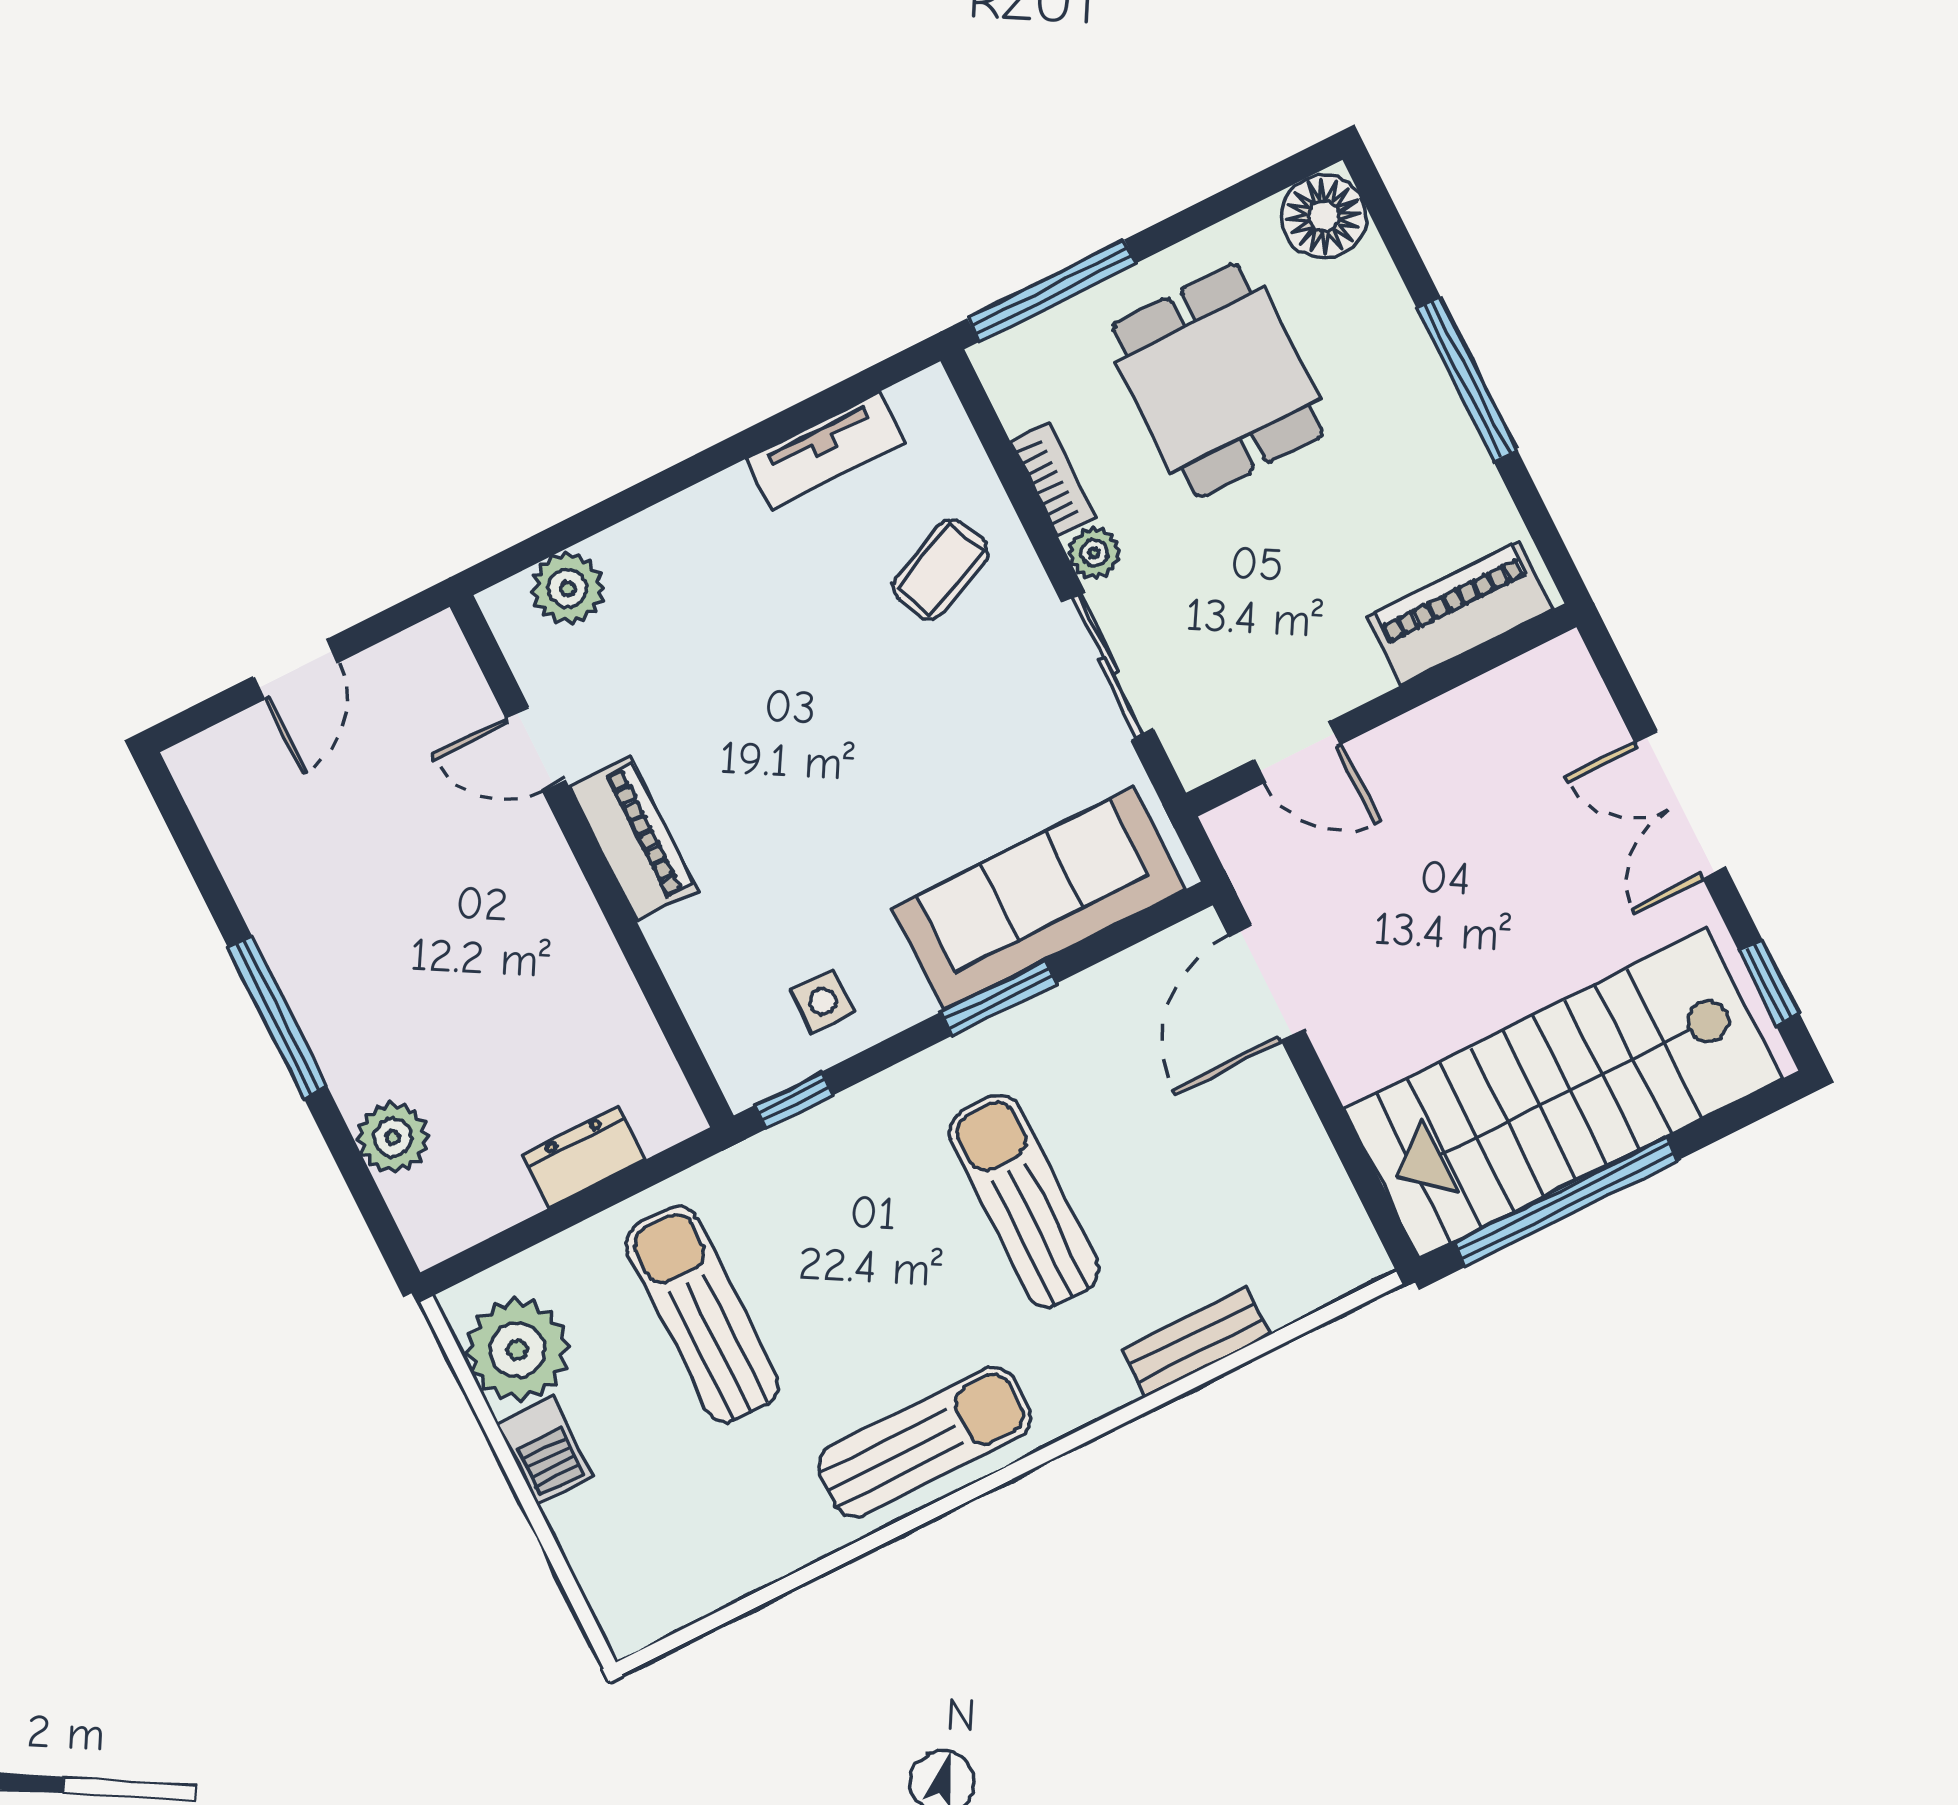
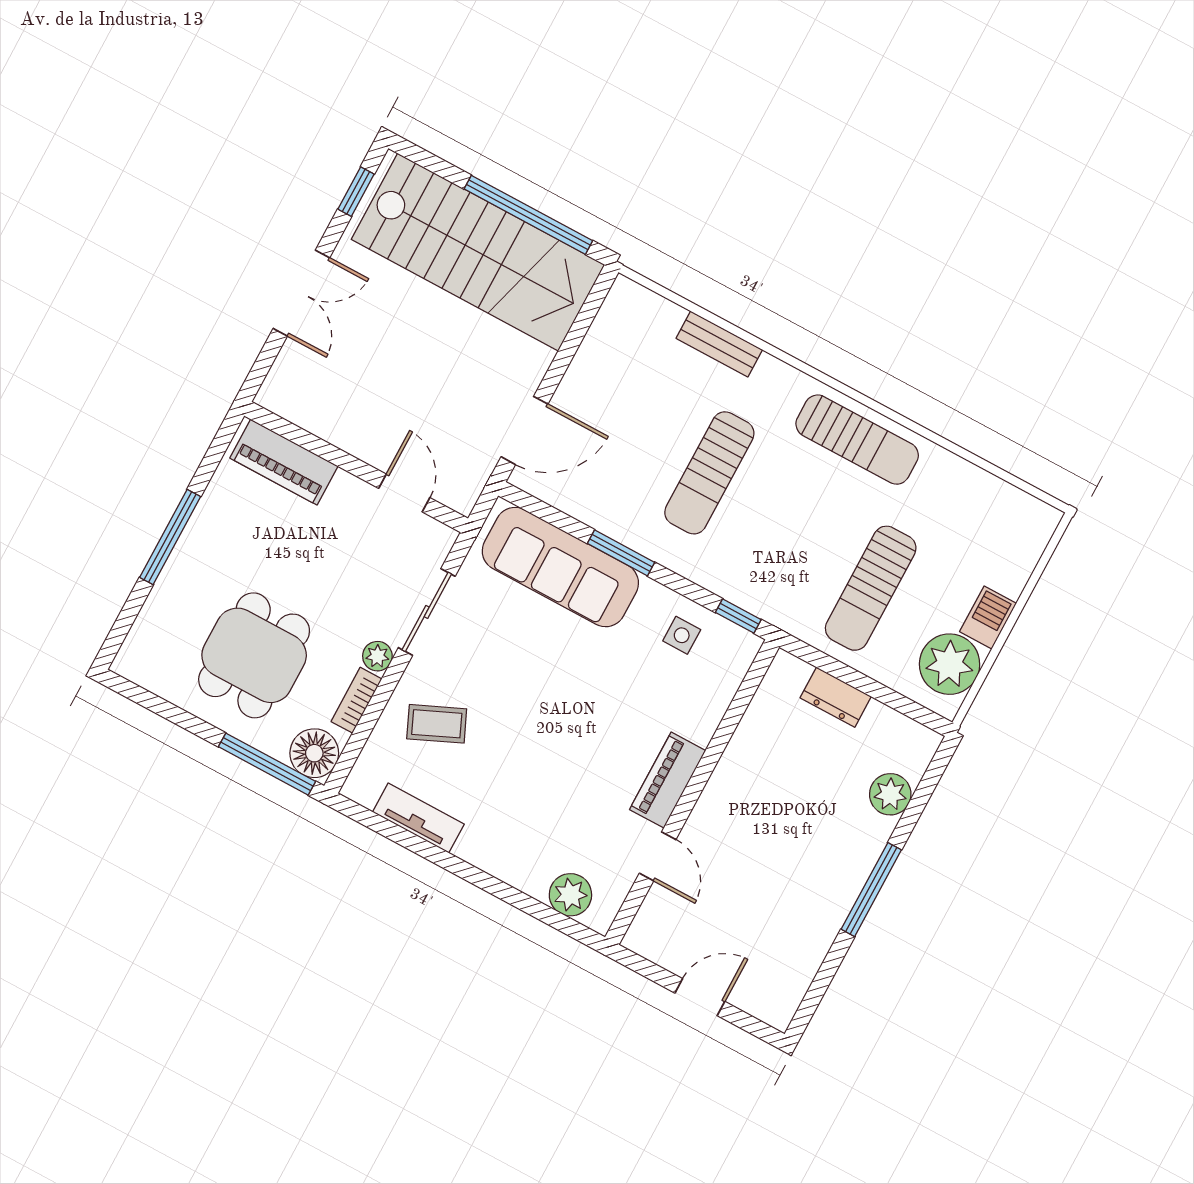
floor lamp: (1324, 216) -> (314, 753), moved
sun lounger: (925, 1442) -> (857, 440), turned 180

